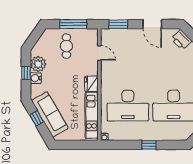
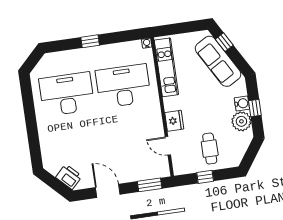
window: (73, 24) -> (205, 177), width x0.46
fridge: (91, 84) -> (174, 121), moved
window: (37, 118) -> (224, 42), moved

